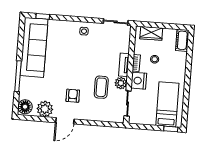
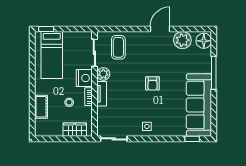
cot: (182, 40) -> (41, 107), moved
coffee table: (101, 87) -> (118, 47), moved
armchair: (73, 96) -> (152, 83), moved

